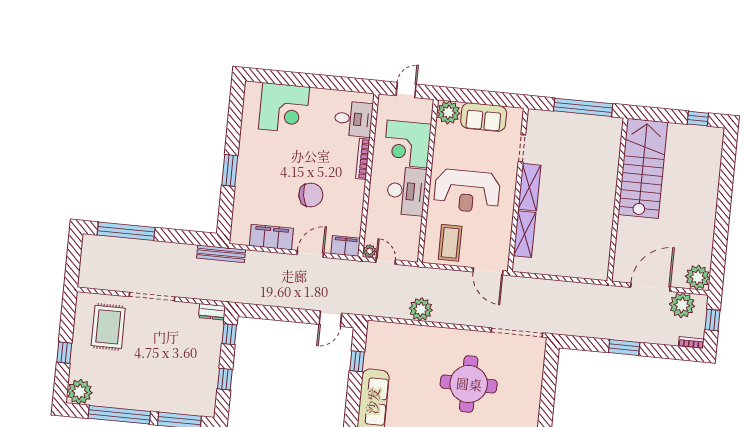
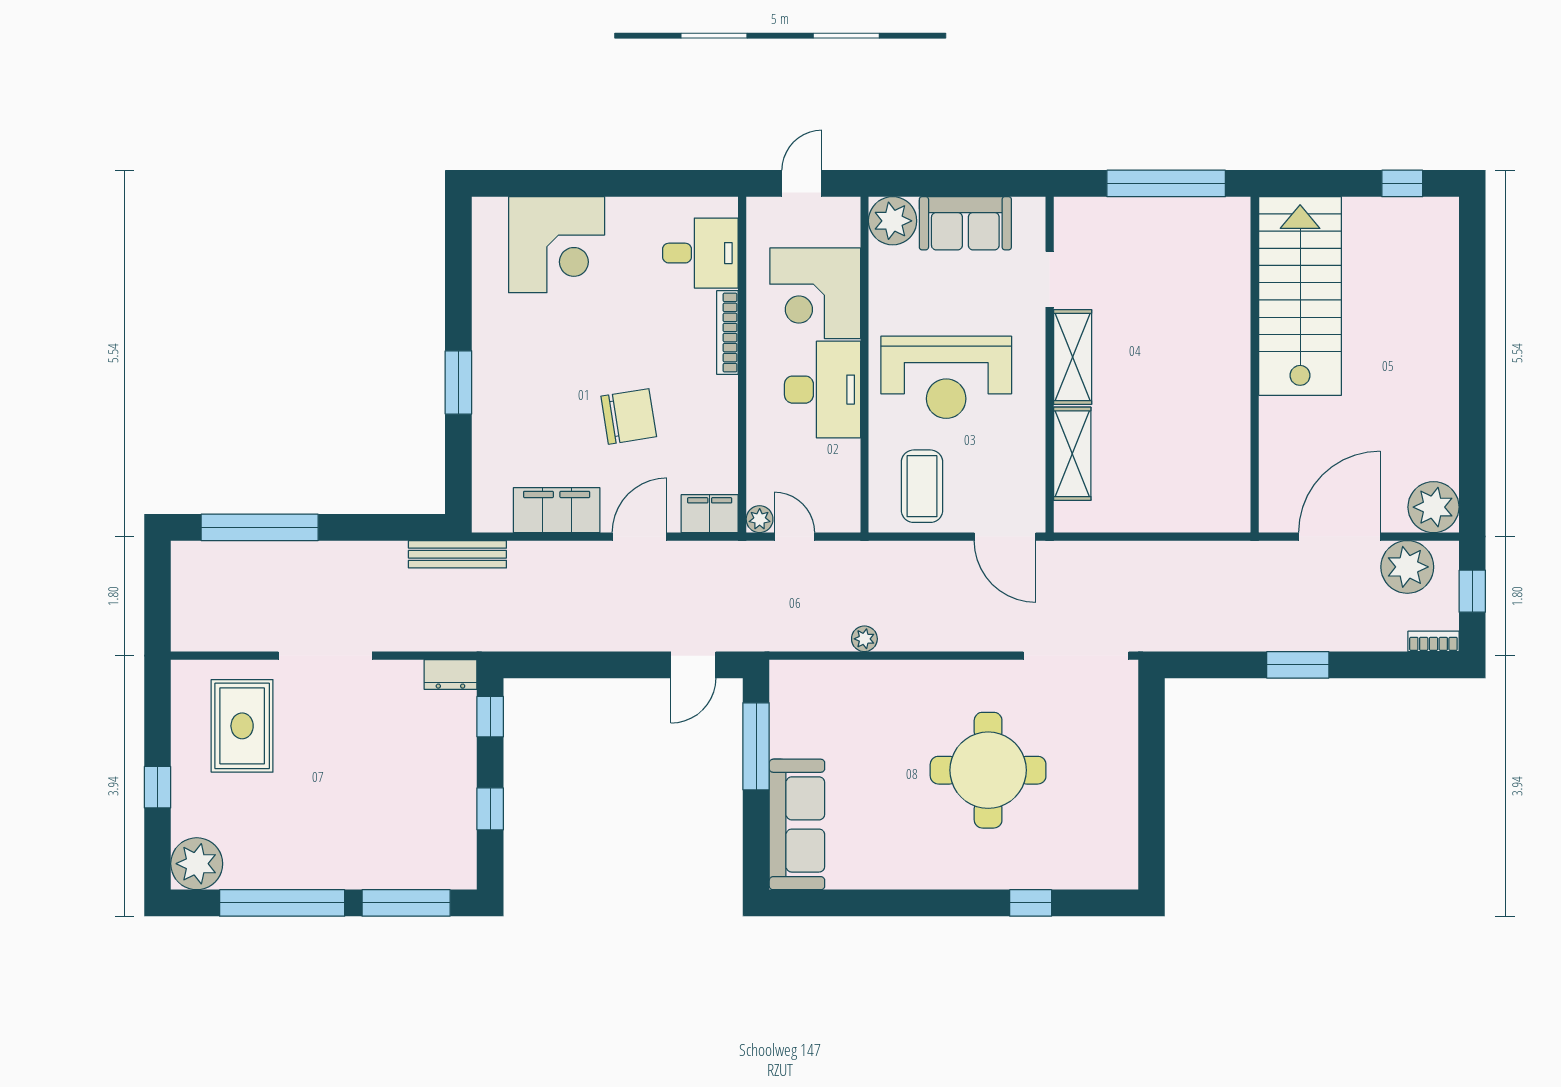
plant: (421, 309) -> (864, 639), width x0.53, depth x0.53
window: (357, 361) -> (756, 746), width x2.17

